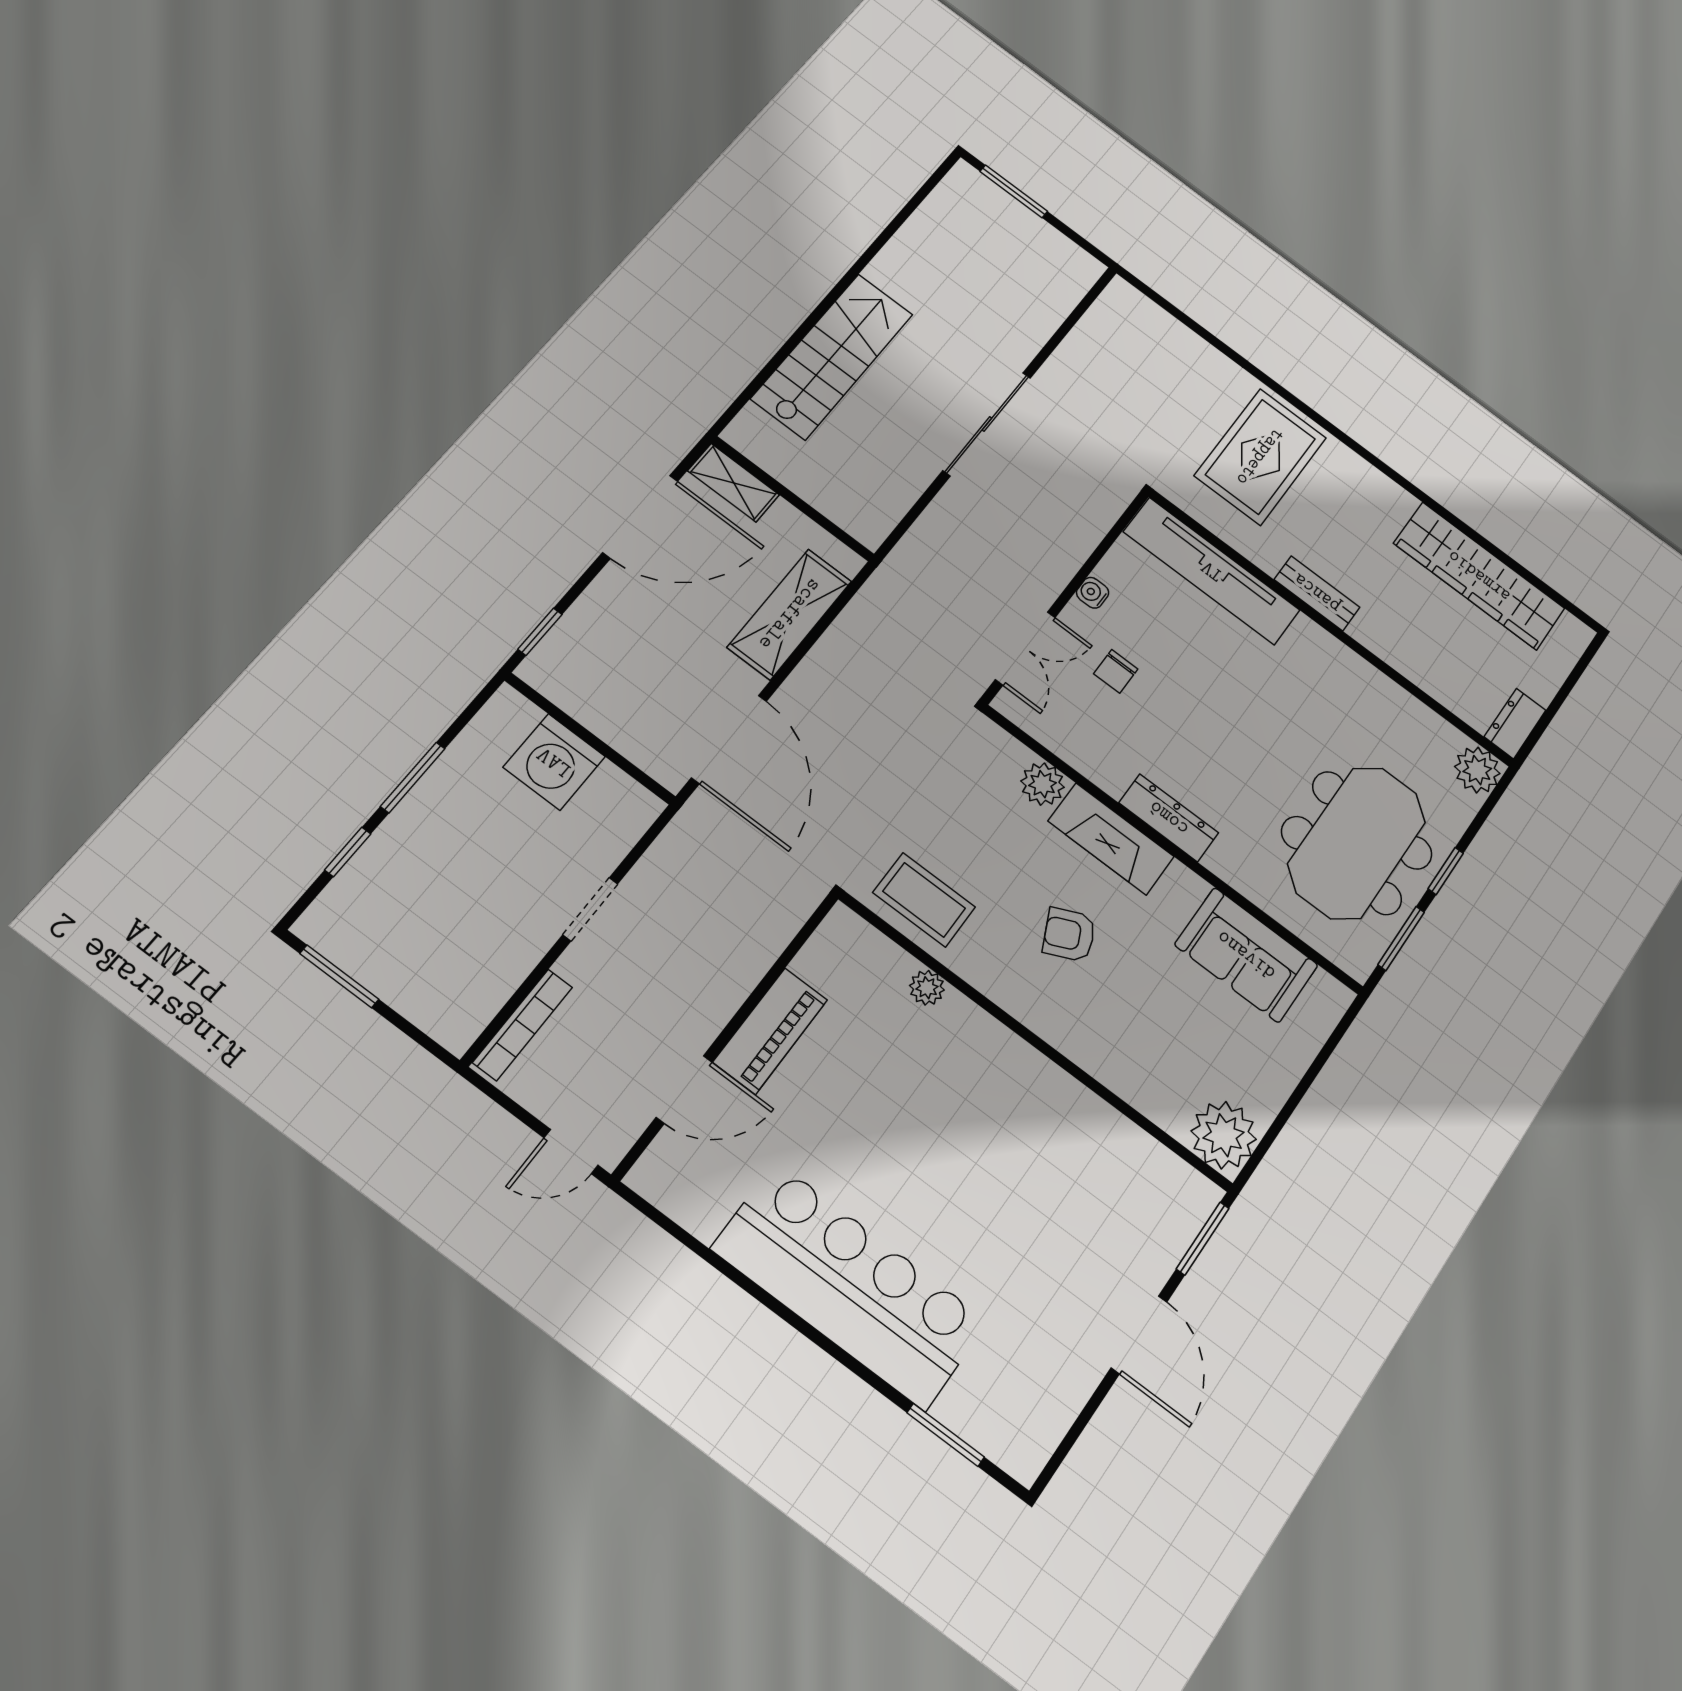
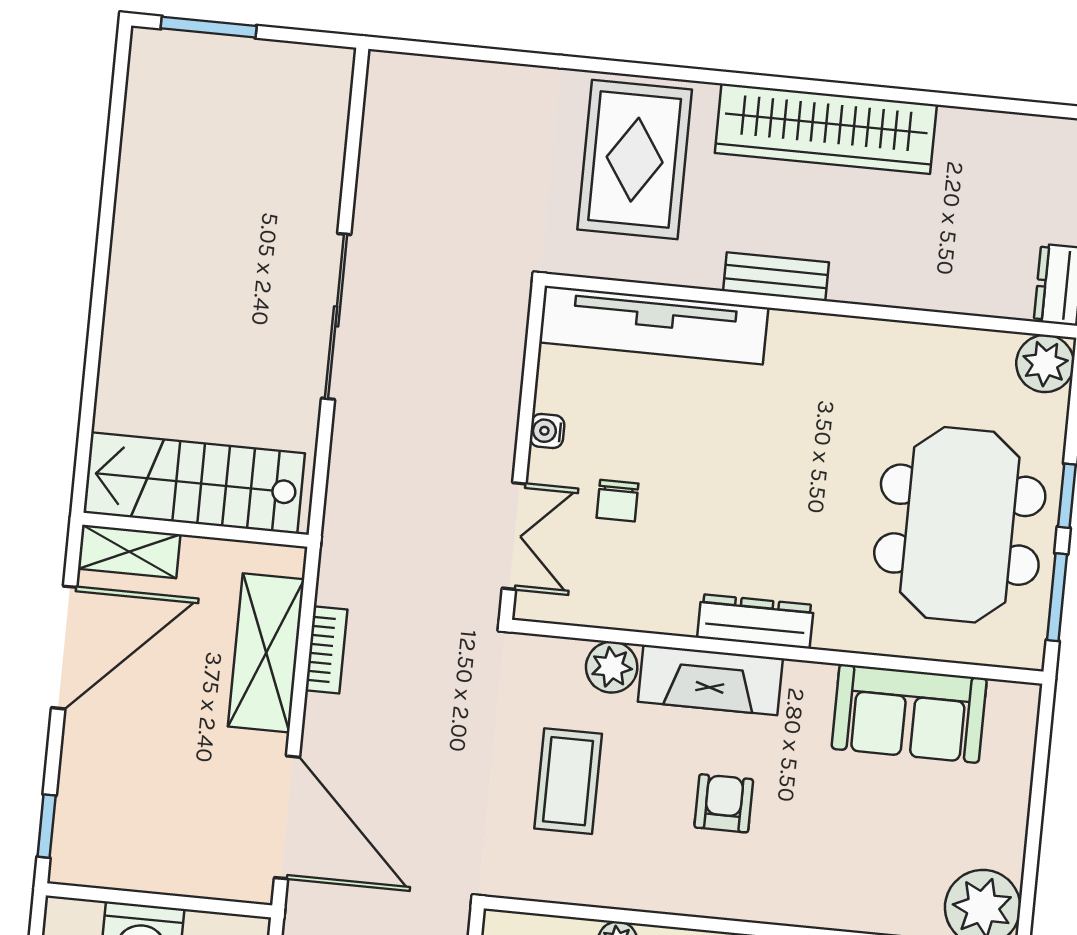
stairs: (832, 356) -> (194, 483), moved, turned -90
wardrobe: (1479, 576) -> (826, 129), moved
bookcase: (836, 640) -> (326, 650), added
coffee table: (924, 900) -> (568, 781), moved, turned 90
armchair: (1069, 935) -> (724, 803), turned 115

